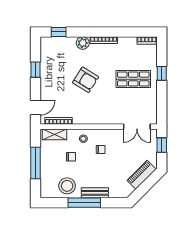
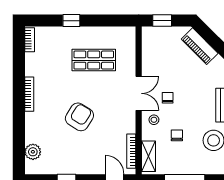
window: (59, 32) -> (19, 151), removed
plant: (83, 43) -> (33, 152), moved
shop shelf: (133, 79) -> (94, 60), moved, turned 90
double door: (137, 127) -> (139, 93), moved

